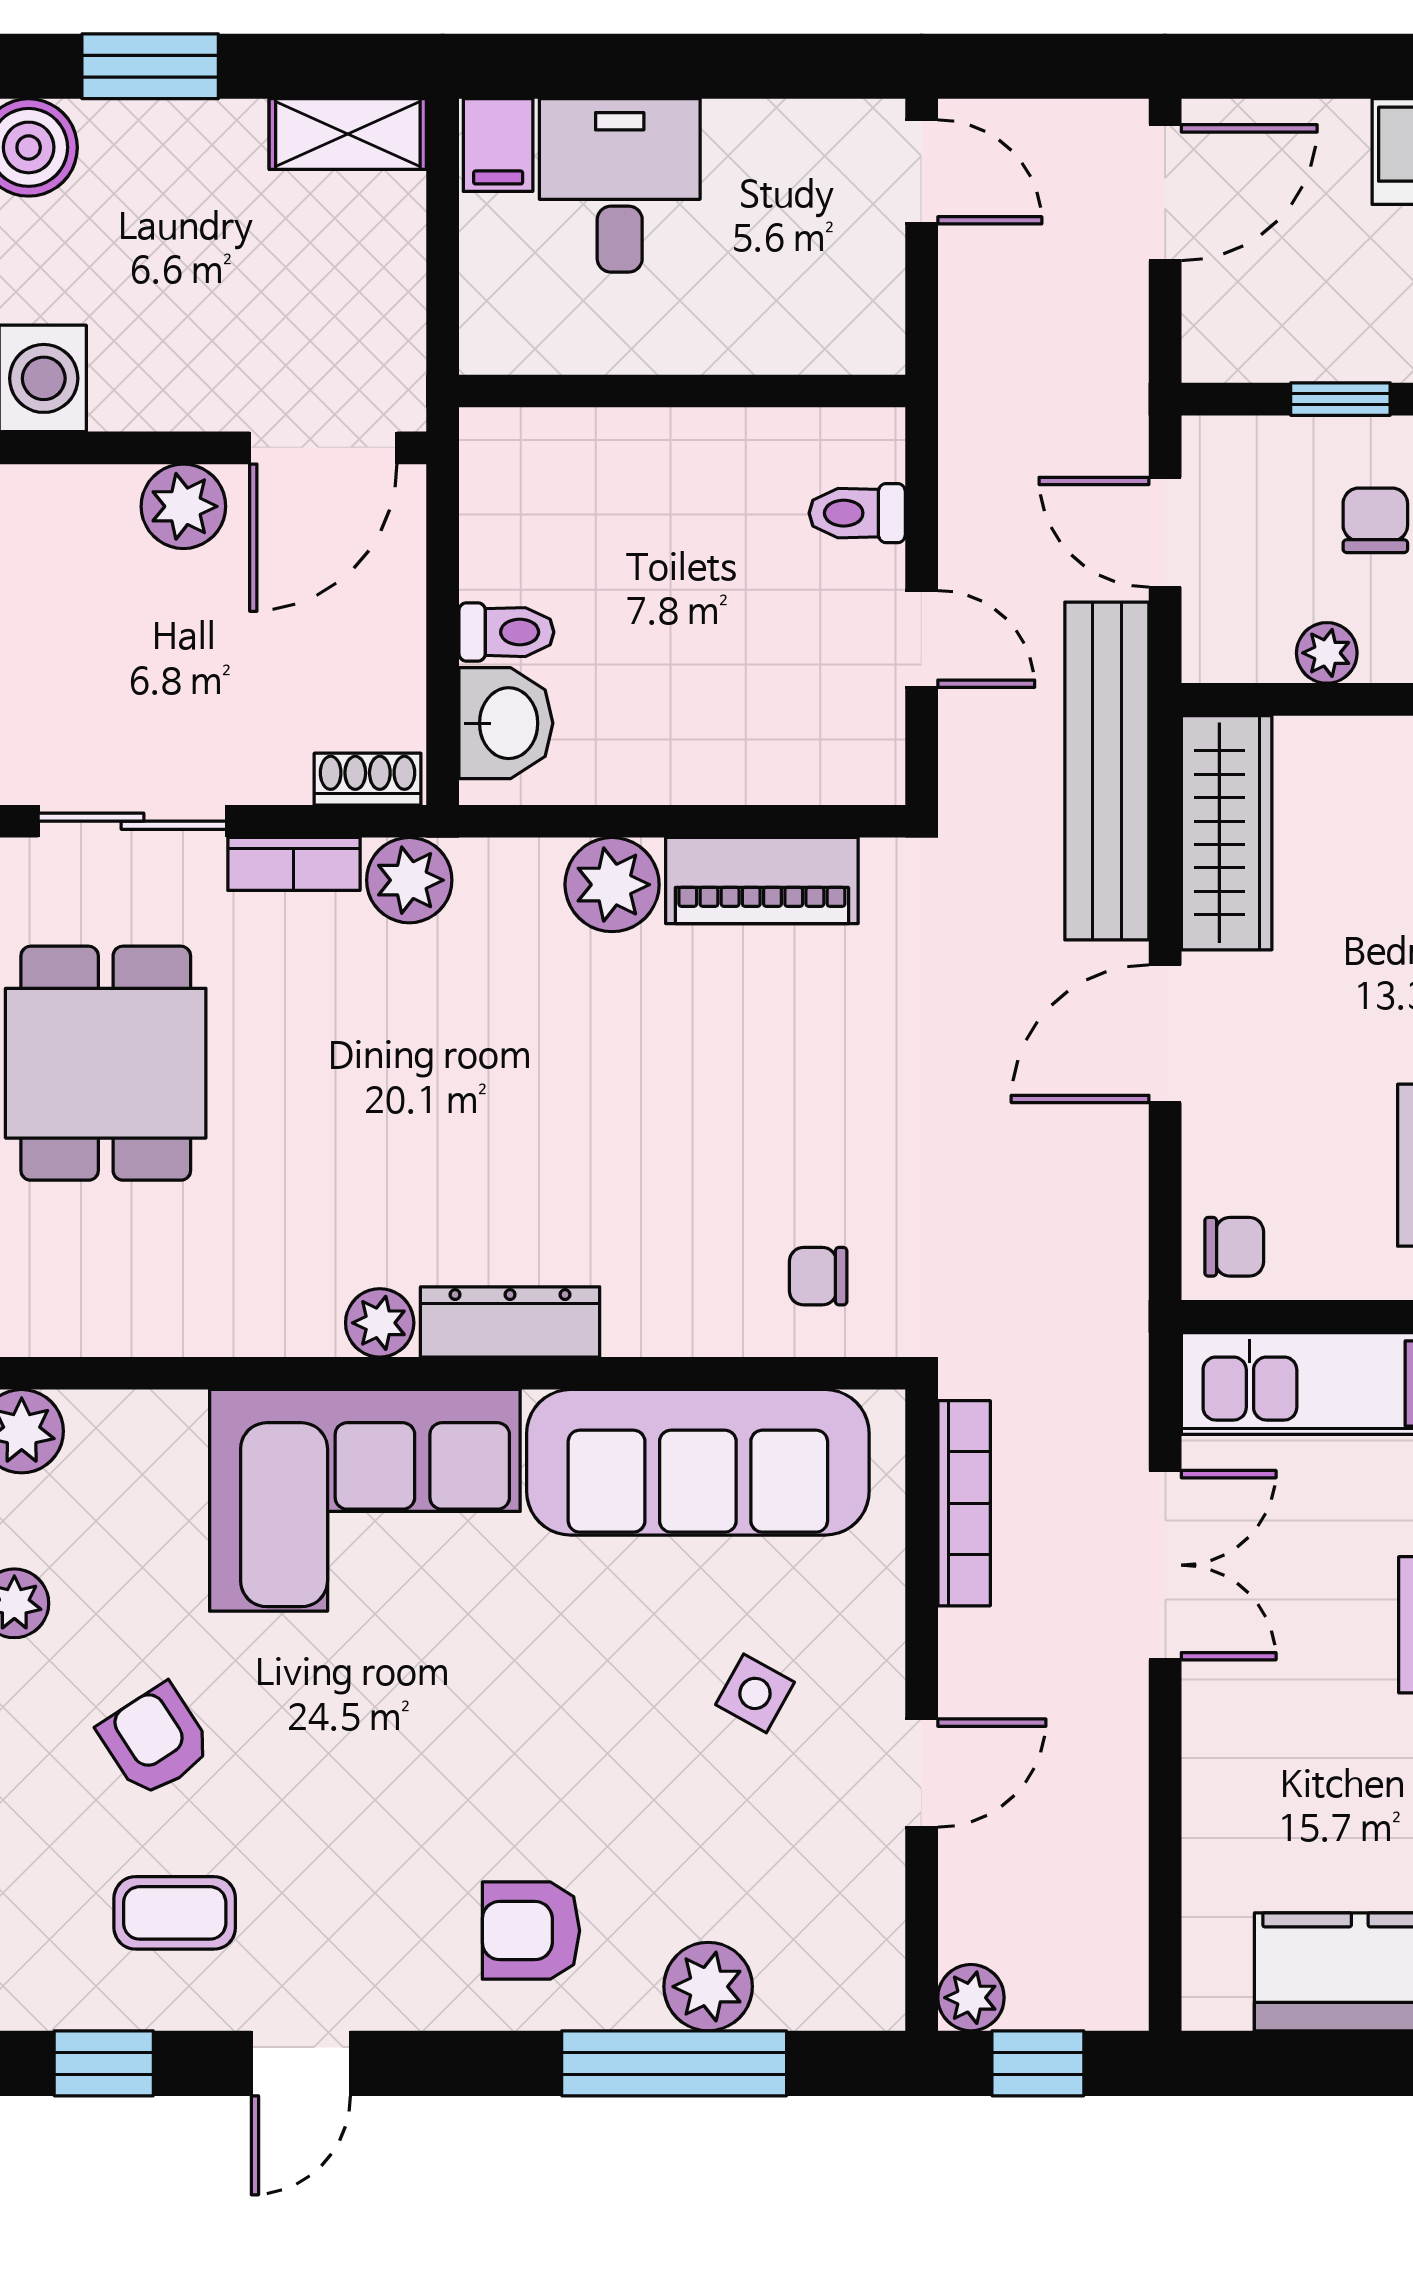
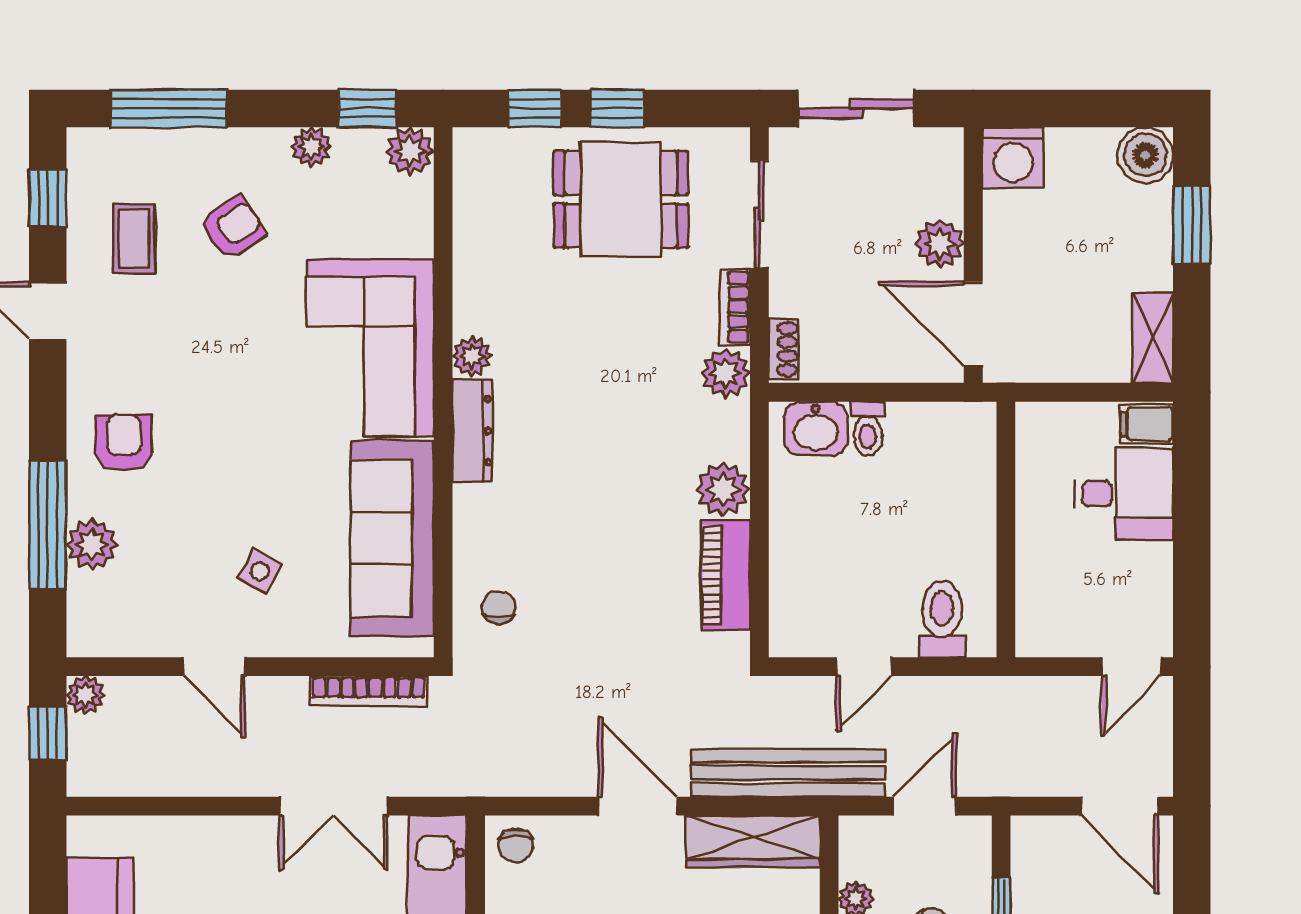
toilet: (857, 513) -> (942, 619), width x1.37, depth x1.39

